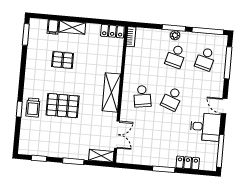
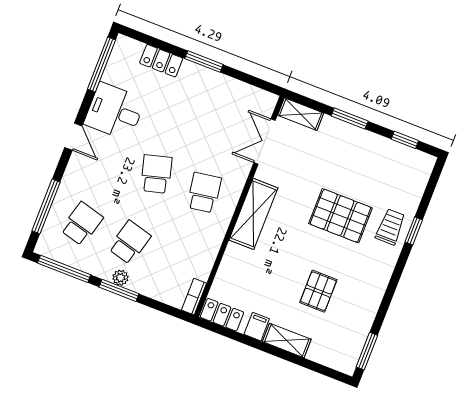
filing cabinet: (53, 27) -> (257, 327), moved
pallet: (63, 60) -> (318, 291), turned 90
school desk: (172, 99) -> (156, 174), turned -36

